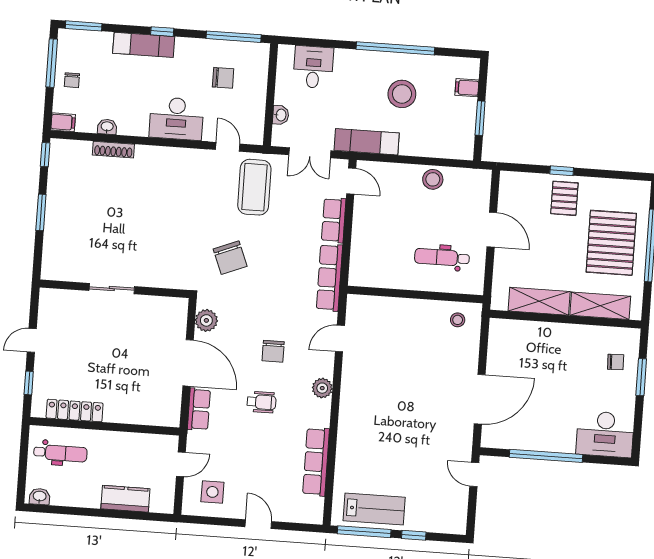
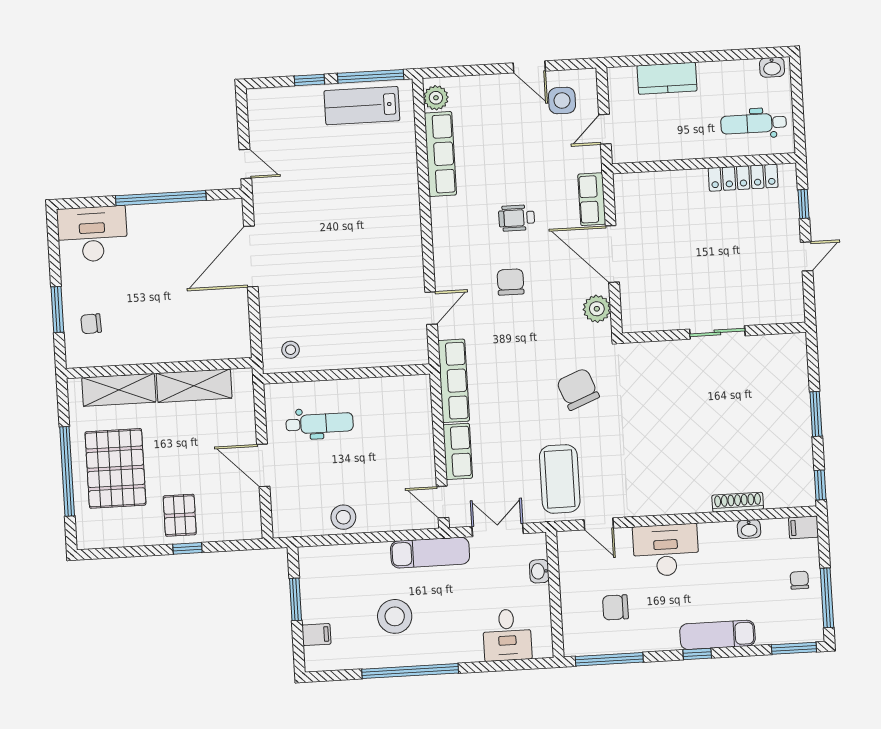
plant: (322, 388) -> (436, 98), moved
door: (258, 524) -> (529, 67), moved

